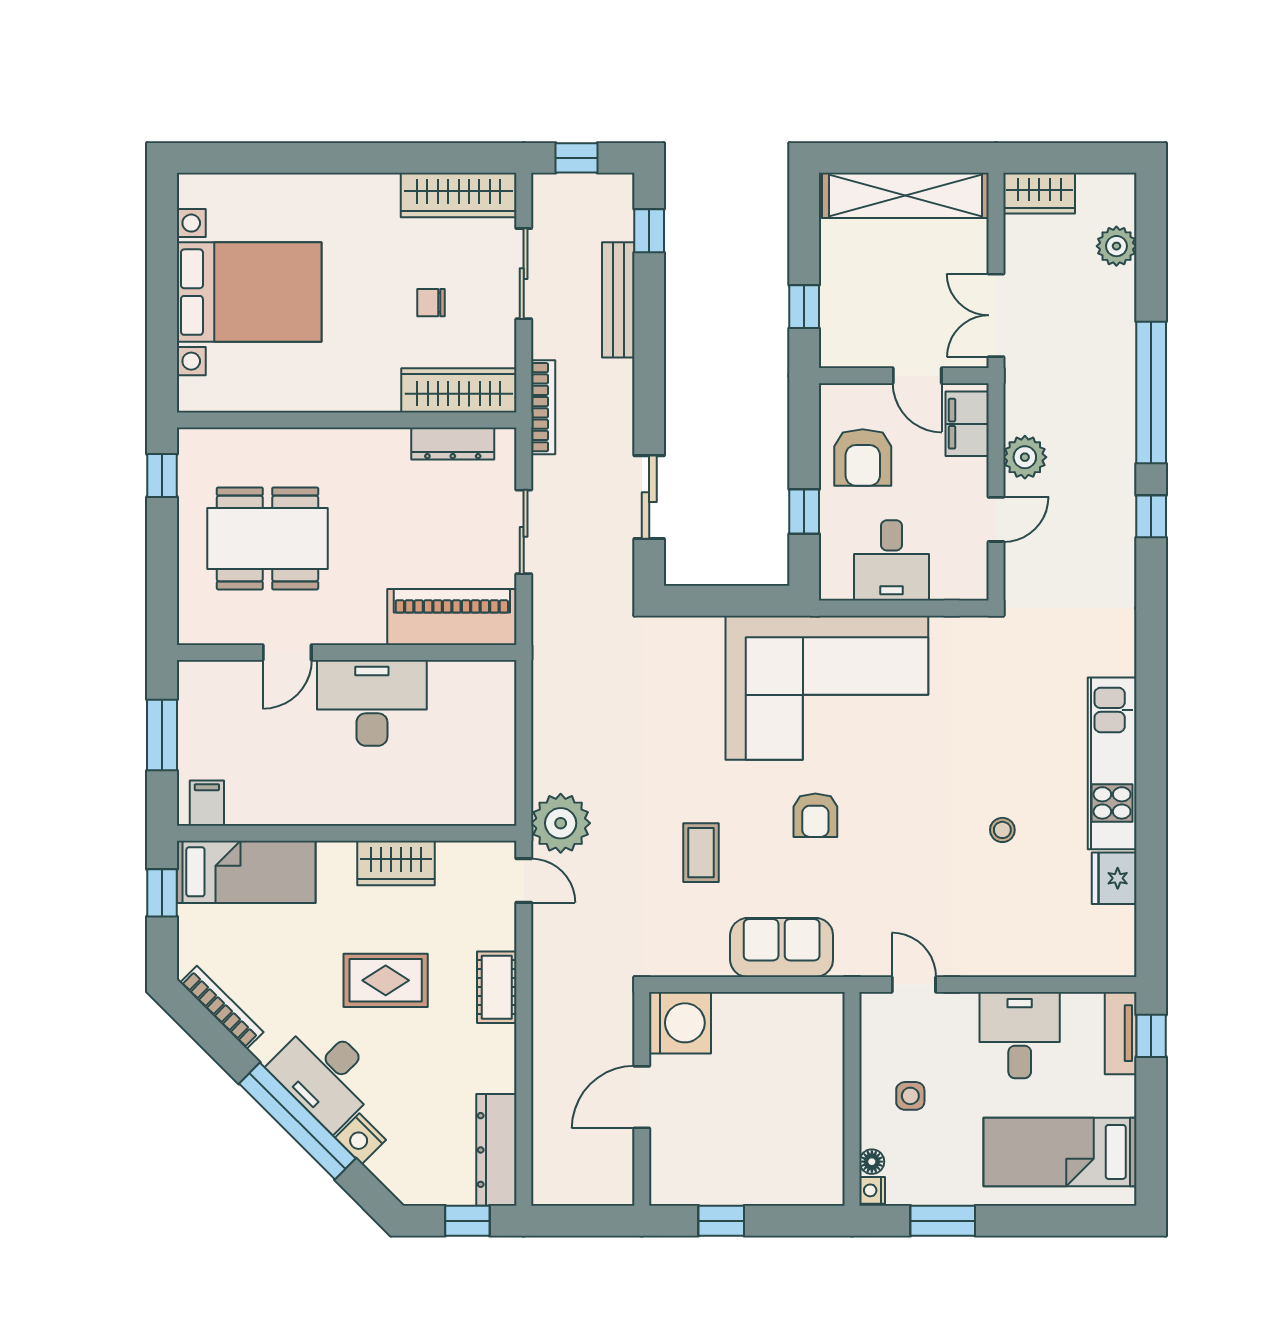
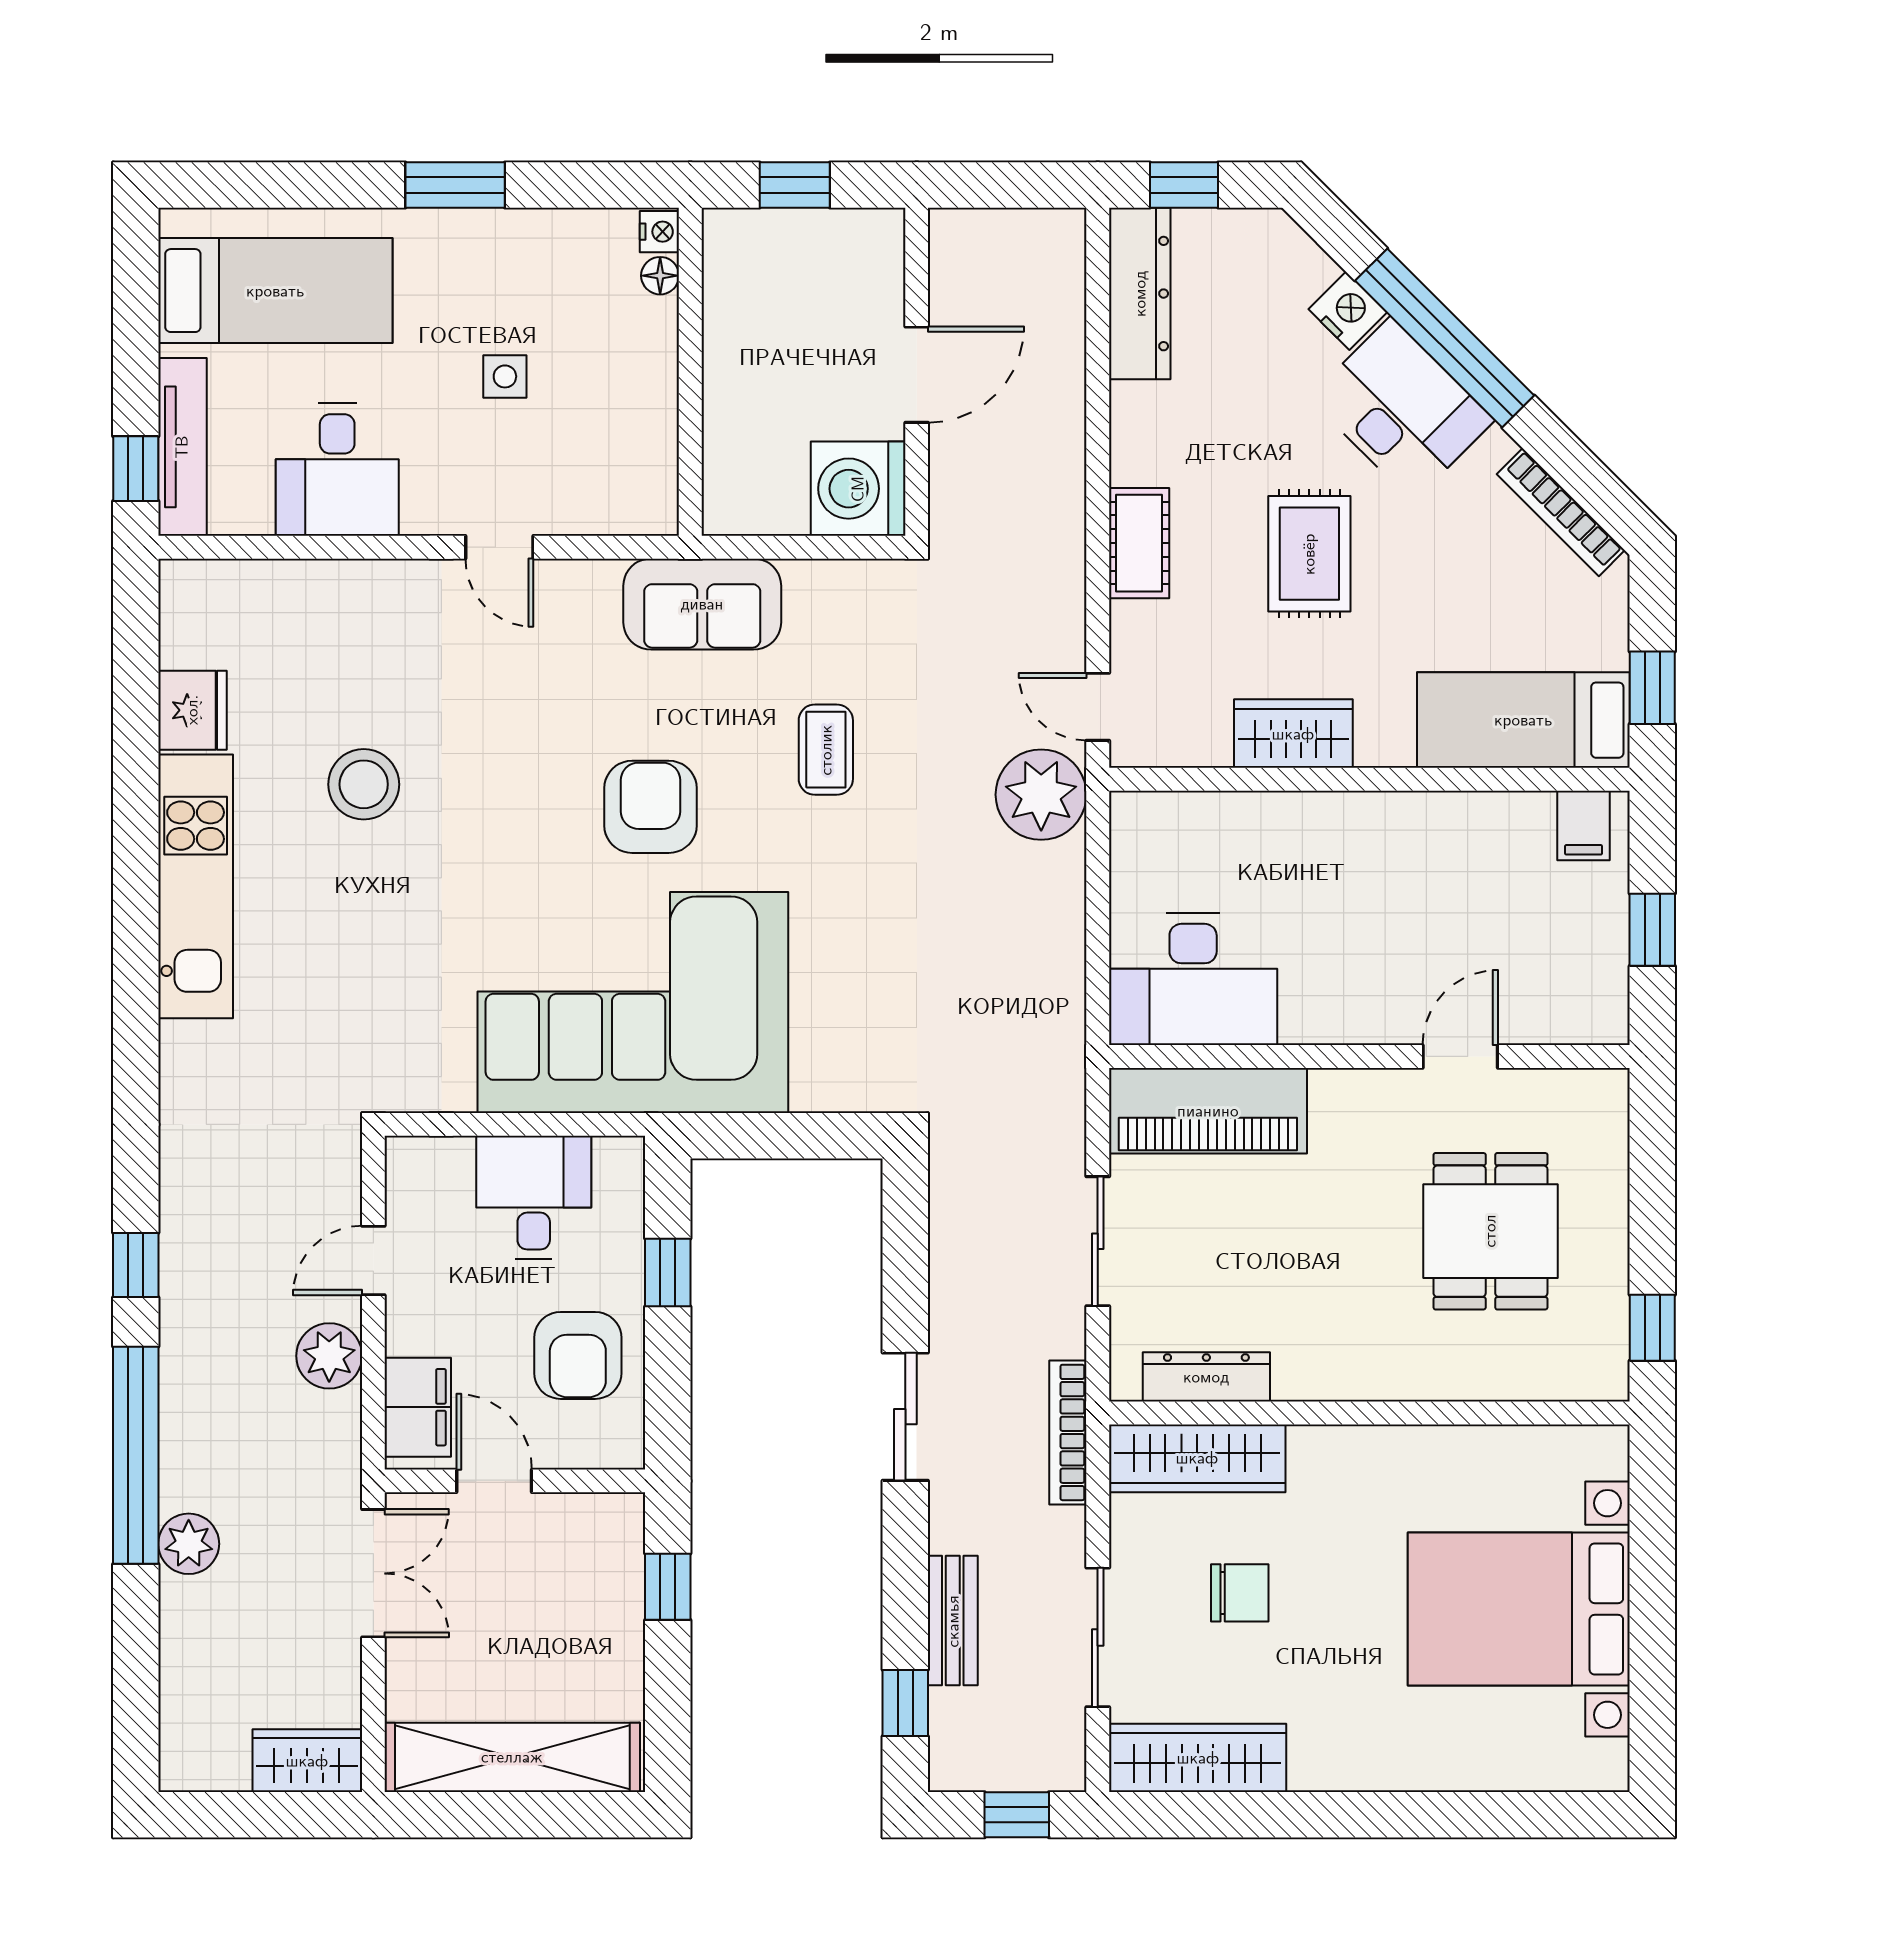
plant: (1116, 246) -> (189, 1544), moved
bench: (618, 300) -> (953, 1621), width x0.73
chair: (431, 303) -> (1240, 1593), width x1.37, depth x1.37
armchair: (863, 457) -> (578, 1355), turned 180
sliding door: (649, 497) -> (905, 1417), moved
dining table: (268, 538) -> (1490, 1231), width x0.73
desk: (372, 703) -> (1193, 979), moved
window: (162, 735) -> (1652, 930), width x0.67
armchair: (815, 815) -> (650, 807), width x1.38, depth x1.38
stool: (1002, 830) -> (364, 784), width x1.89, depth x1.89
rug: (386, 980) -> (1309, 554), turned 90
tv unit: (1121, 1033) -> (182, 447), width x1.41
wall: (852, 1099) -> (690, 372), moved
floor lamp: (872, 1162) -> (660, 276), moved
nightstand: (872, 1190) -> (659, 232), moved

